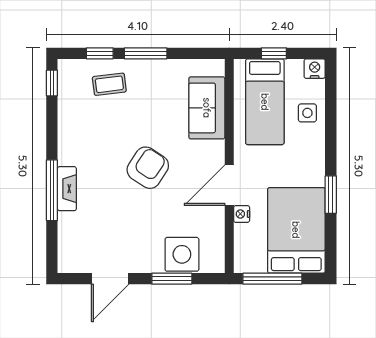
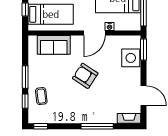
door: (229, 185) -> (94, 33), hinge flipped
fireplace: (67, 189) -> (129, 118), moved
window: (172, 279) -> (144, 49), moved

